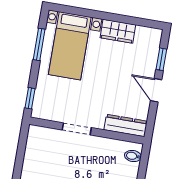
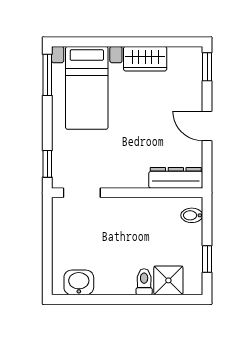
window: (39, 44) -> (47, 75), moved
window: (161, 59) -> (207, 67), moved
doorway: (77, 129) -> (82, 193), moved

